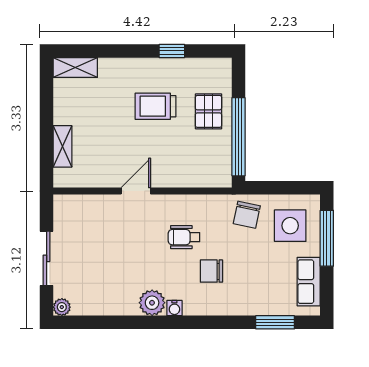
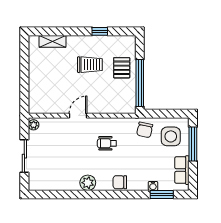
shelving: (75, 67) -> (53, 41), moved
trolley: (156, 106) -> (90, 65), turned 180
shelving: (62, 146) -> (34, 89), removed
chair: (211, 271) -> (120, 182), moved
plant: (62, 307) -> (34, 125), moved
water cooler: (174, 308) -> (153, 186), moved

